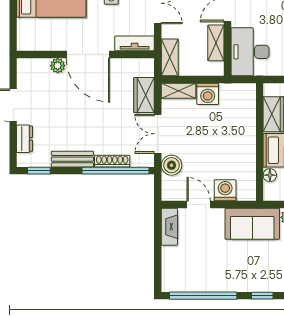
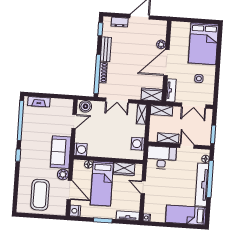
washing machine: (208, 94) -> (138, 144), moved
wardrobe: (144, 95) -> (152, 95), moved
double door: (158, 134) -> (117, 100), swing flipped
boiler: (172, 165) -> (85, 106), moved
washing machine: (225, 190) -> (81, 149), moved
fireplace: (169, 227) -> (39, 102), moved

